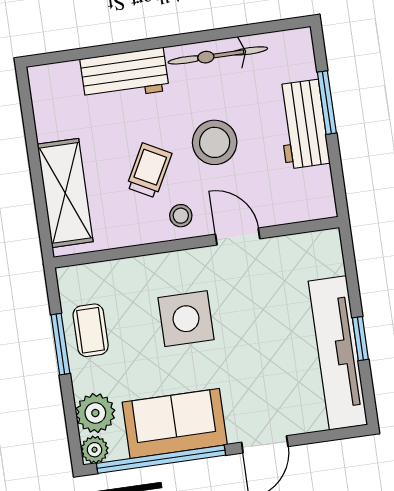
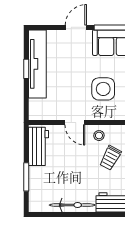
workbench: (303, 124) -> (38, 146), moved
stool: (215, 142) -> (79, 166), removed

